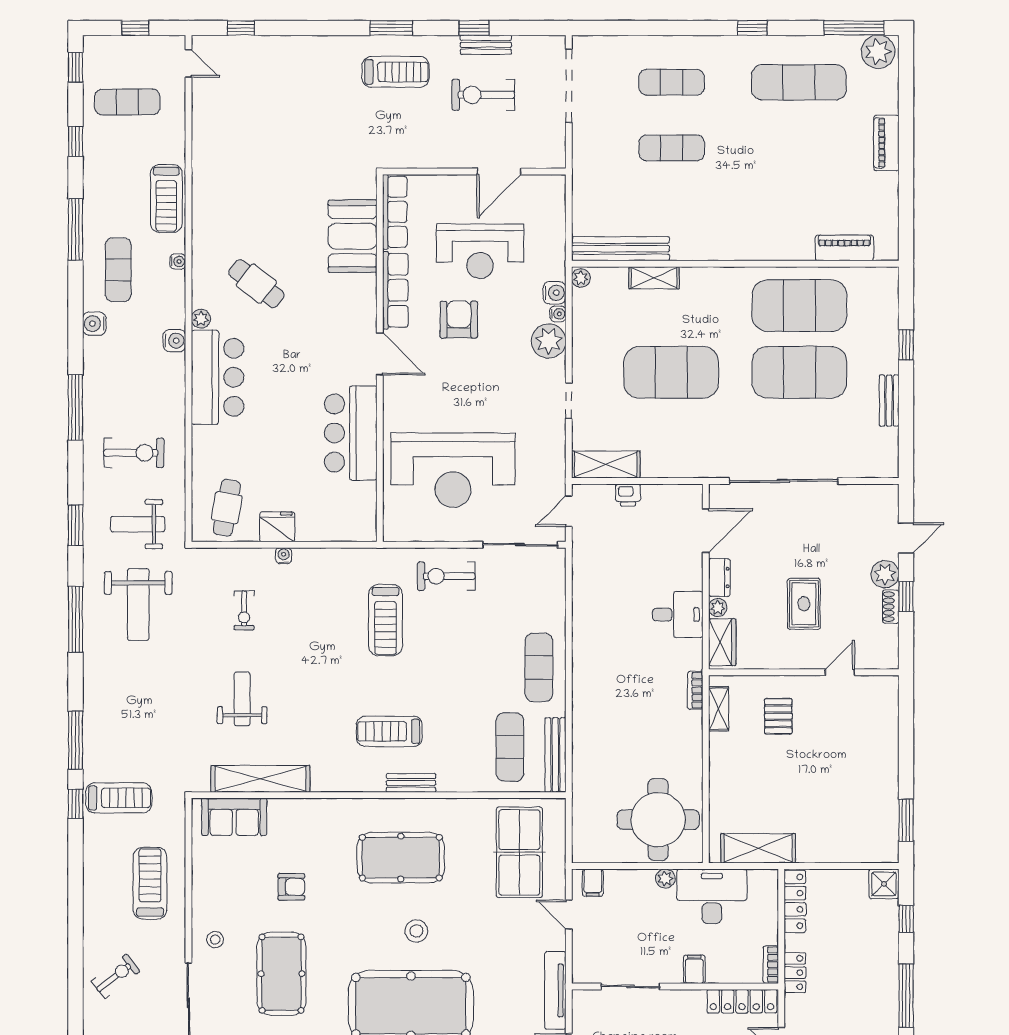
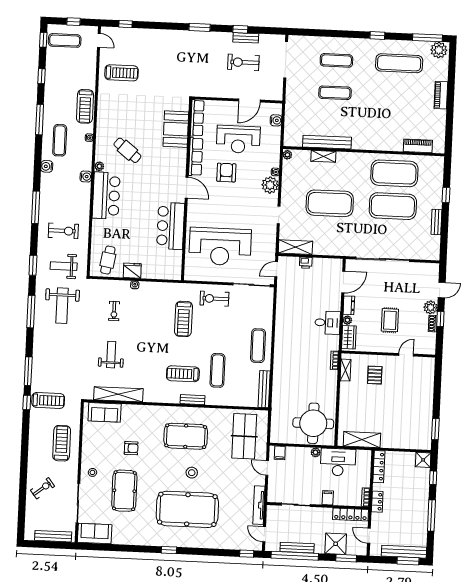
treadmill: (396, 72) -> (122, 73), moved
exercise mat: (127, 102) -> (65, 40), moved
bench: (620, 249) -> (327, 142), moved
water cooler: (555, 293) -> (276, 120), moved
exercise mat: (510, 747) -> (217, 370), moved

